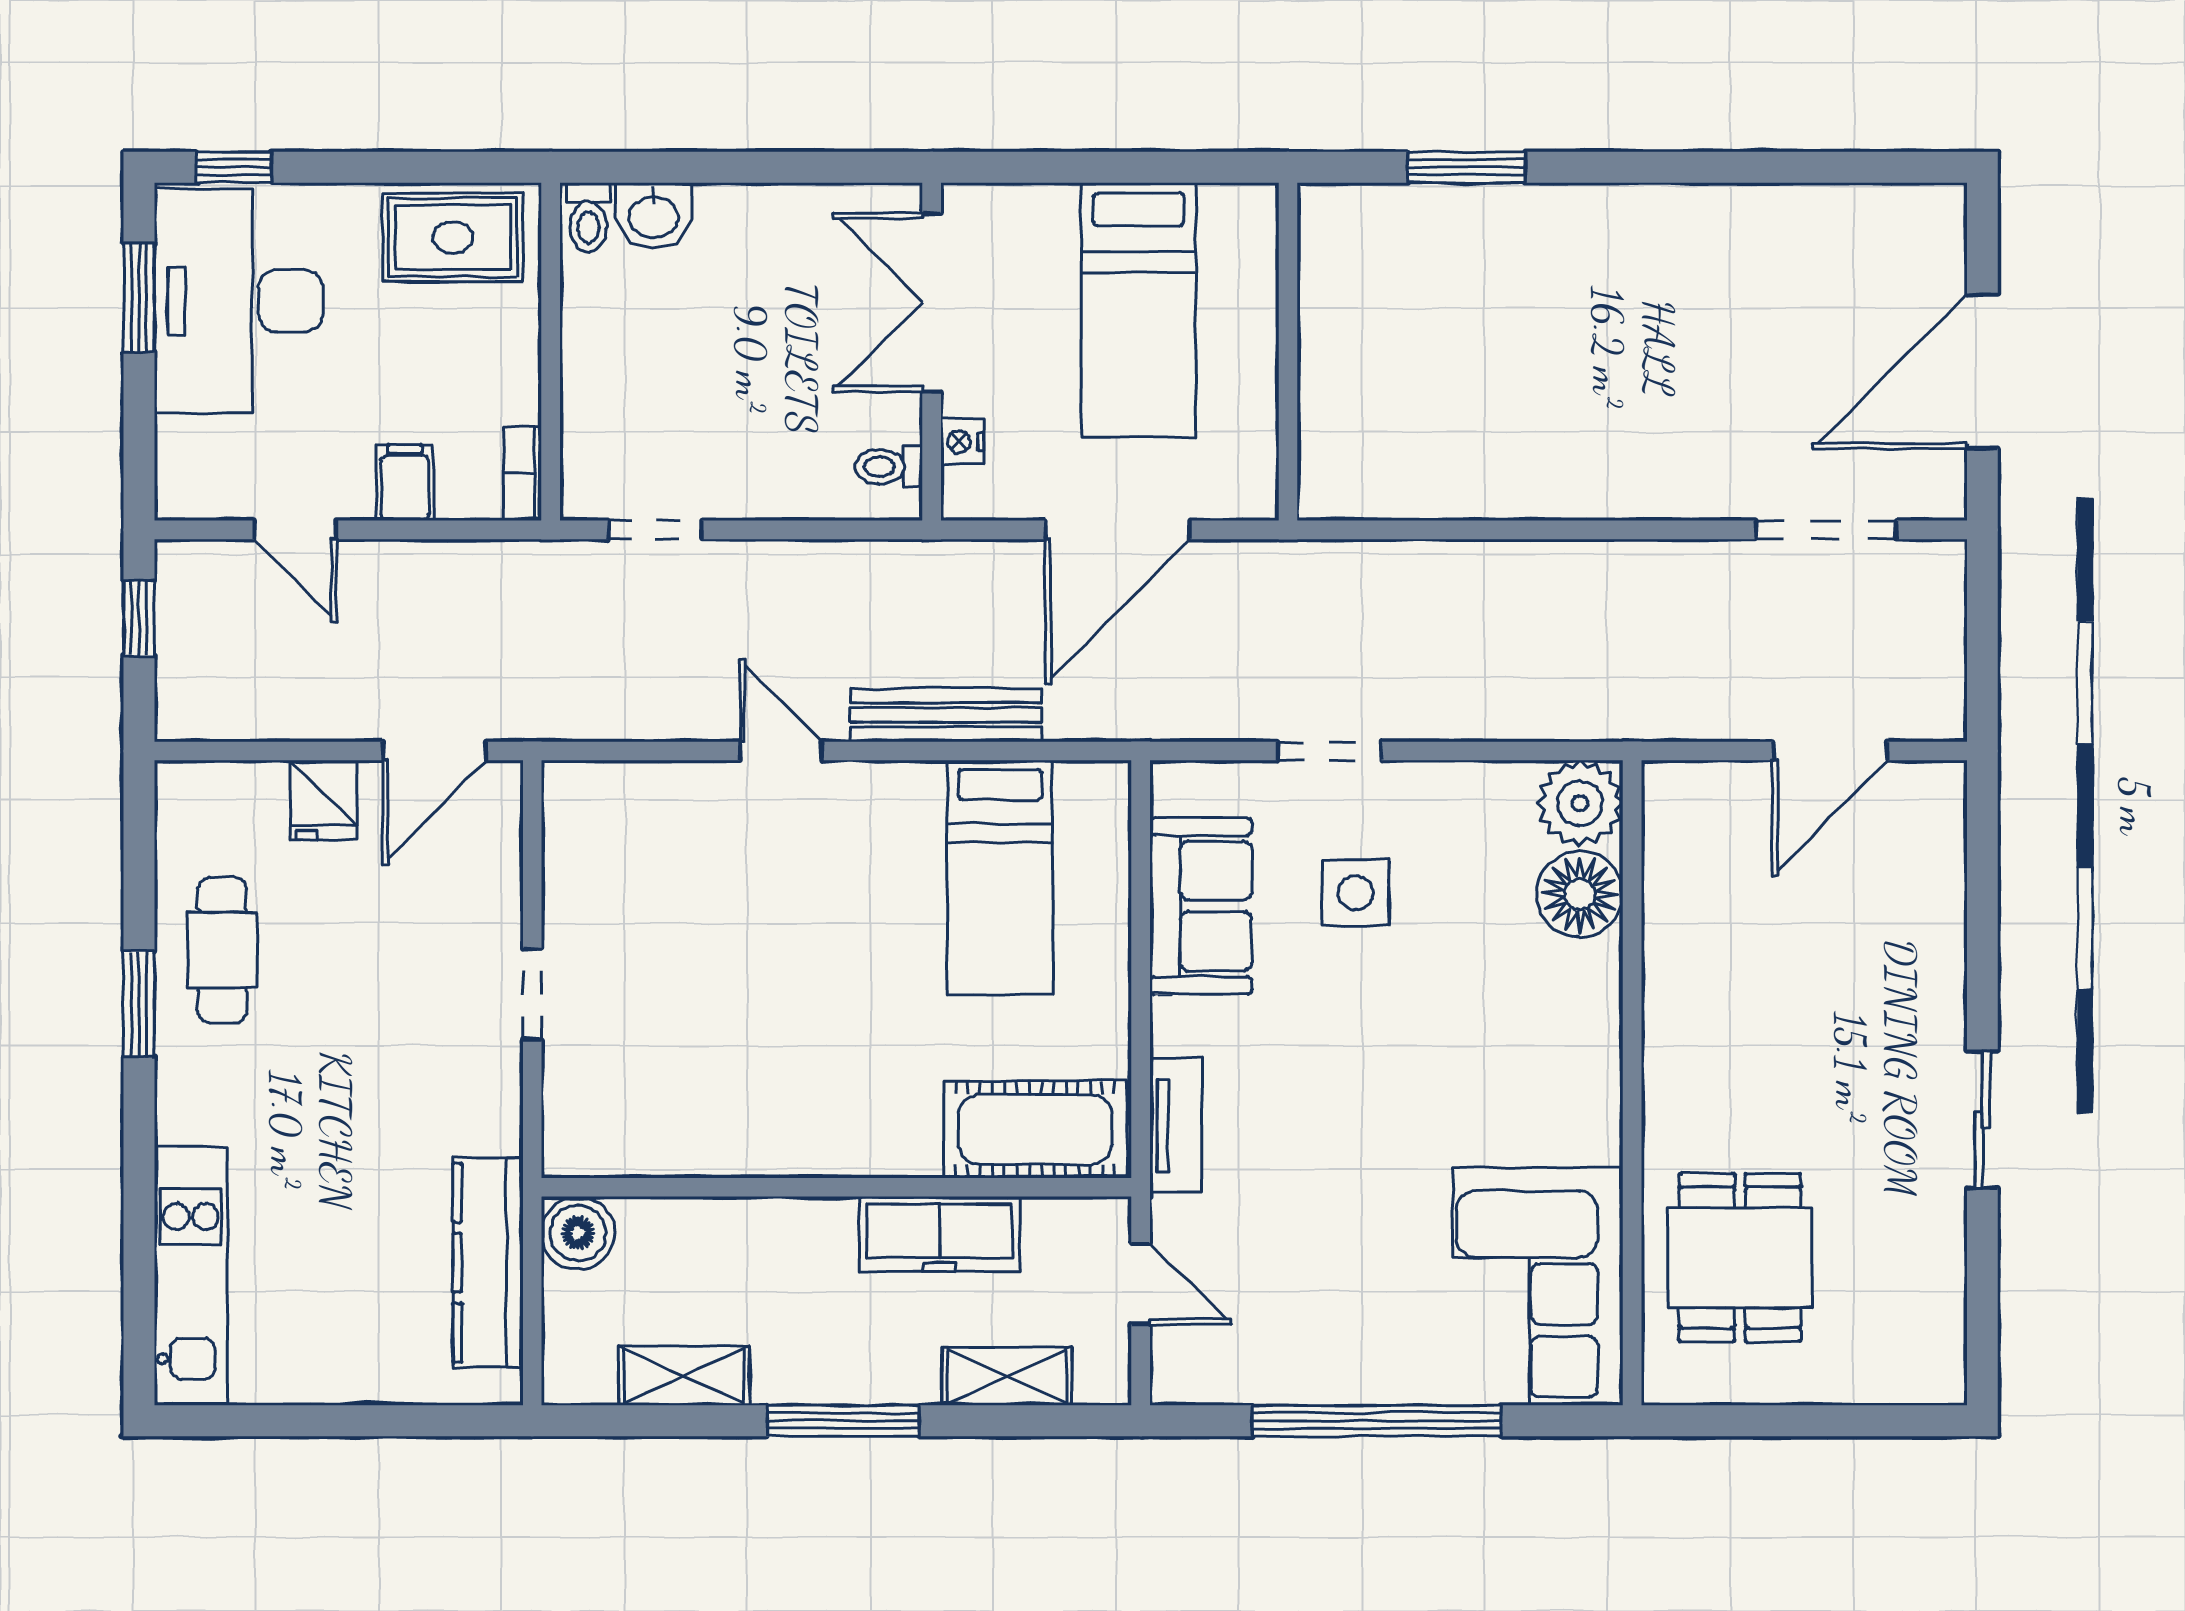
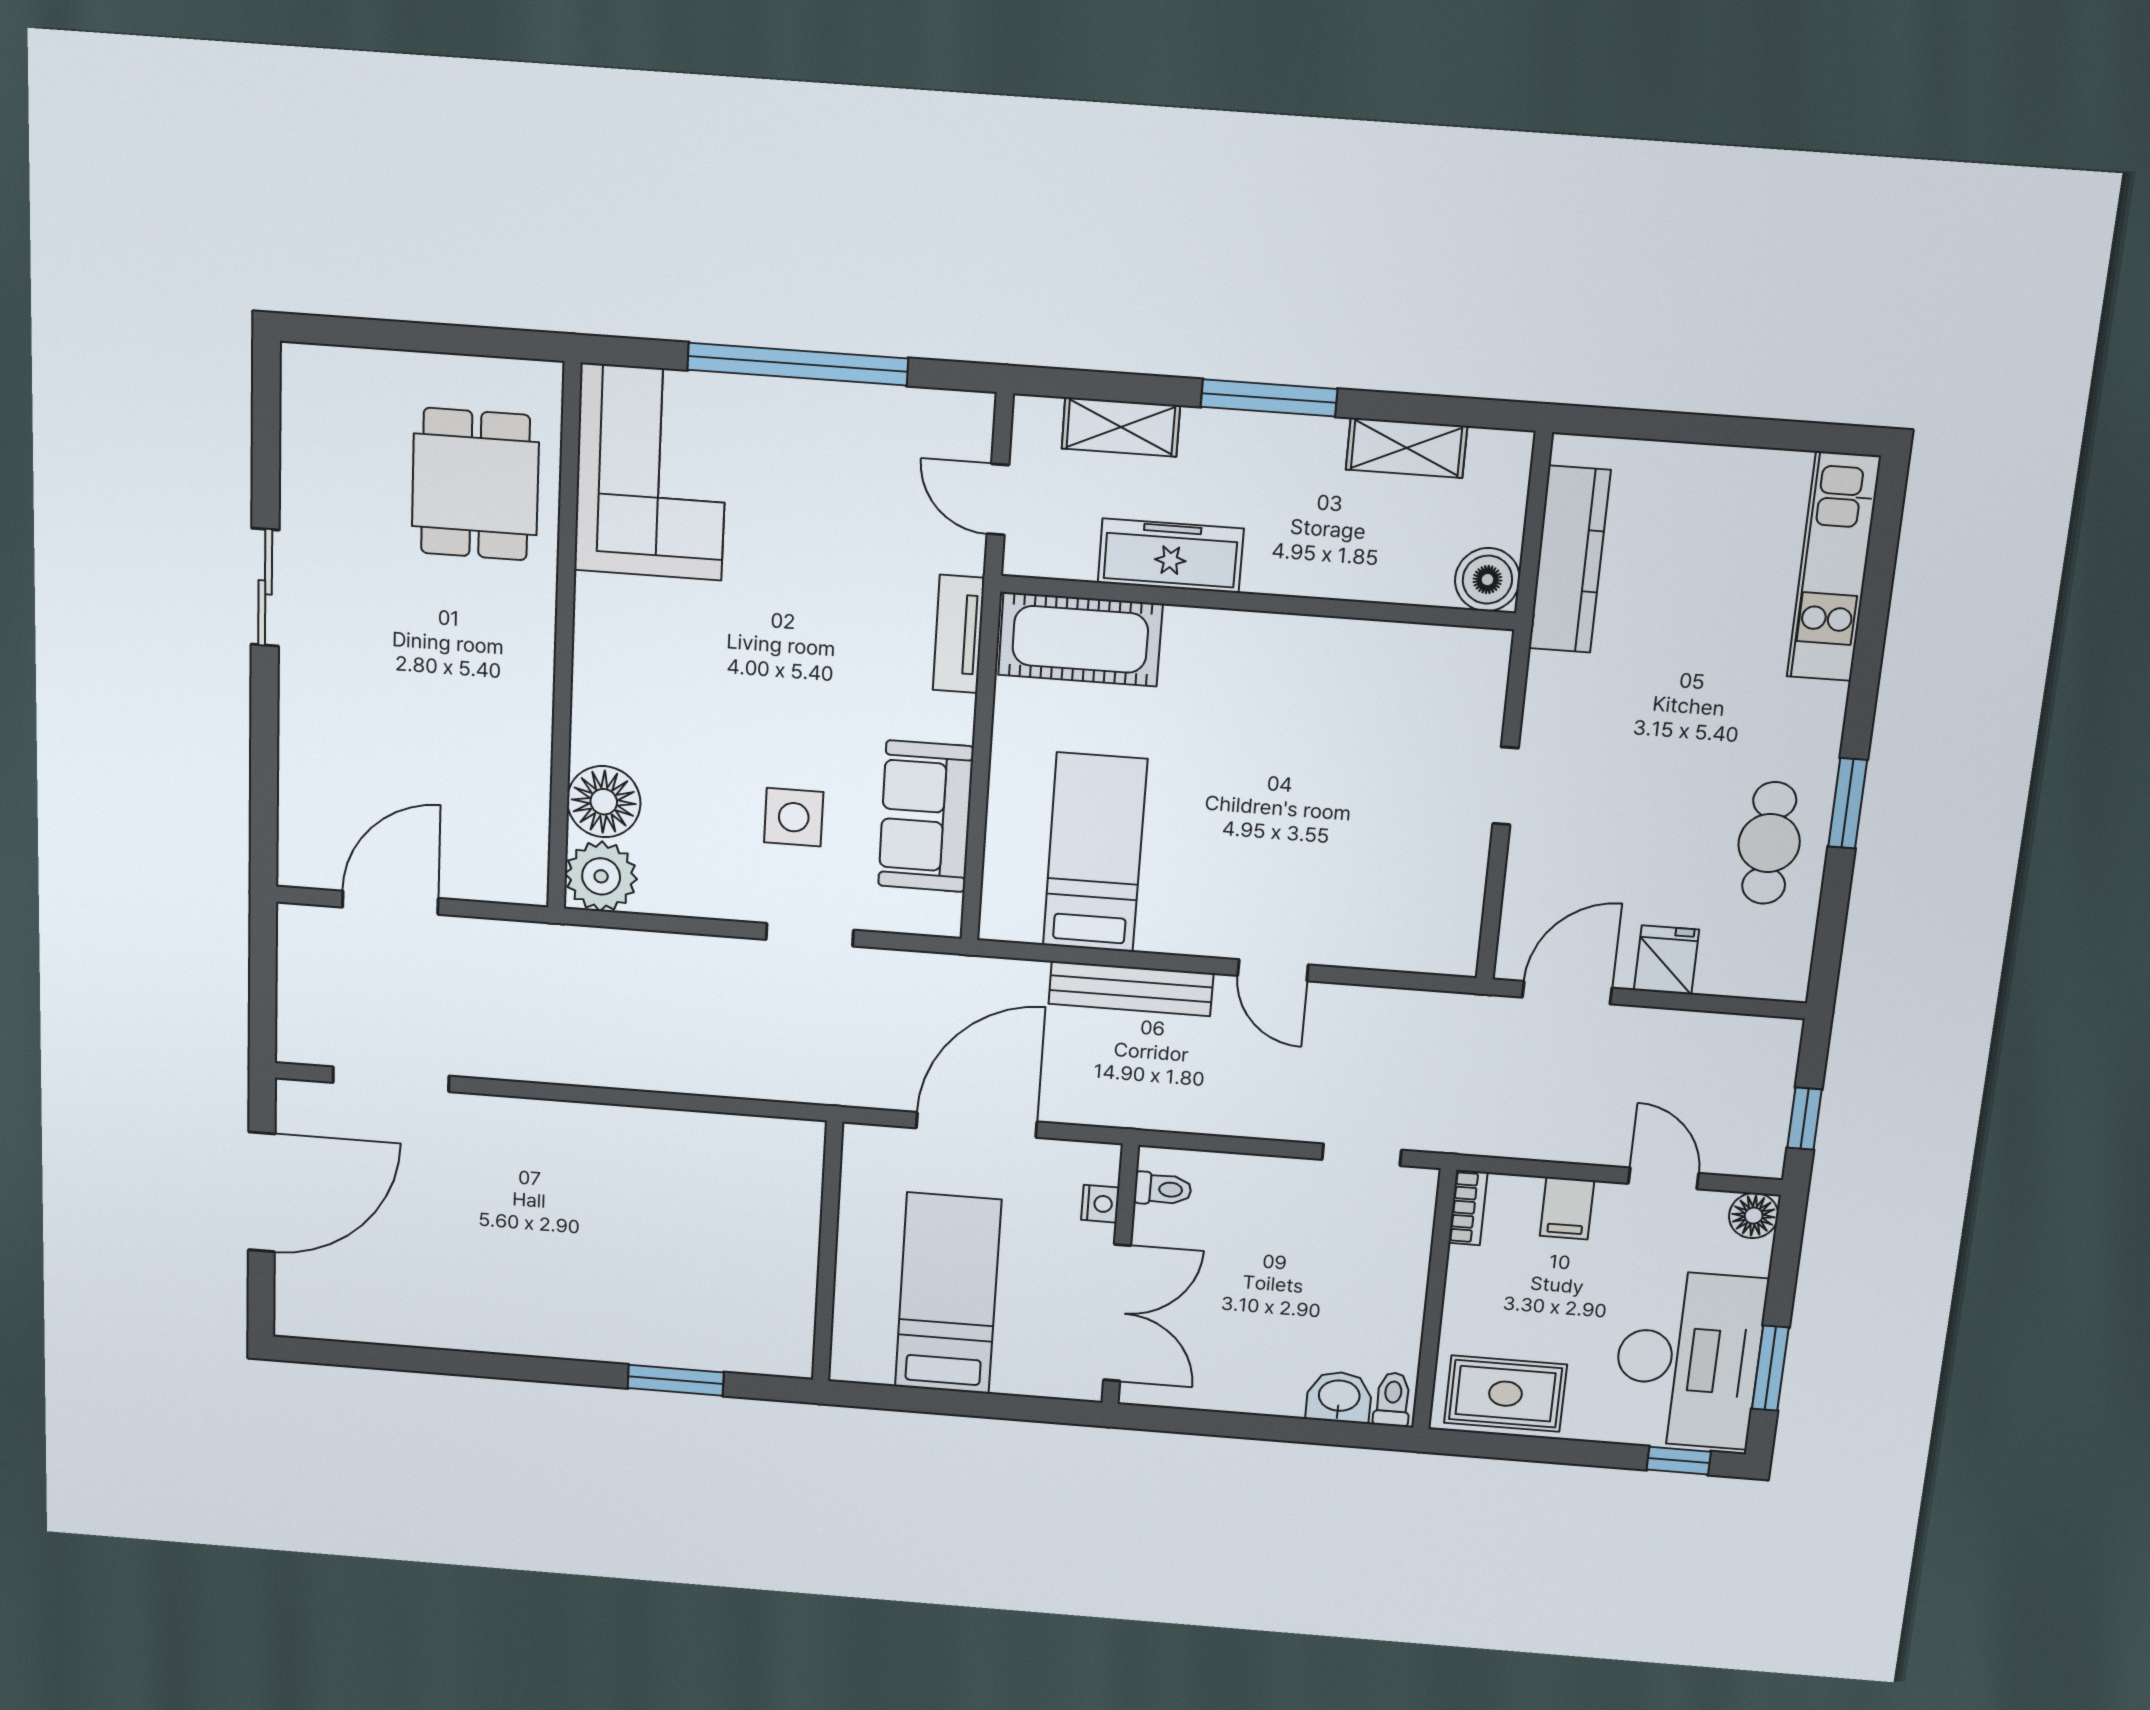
floor lamp: (183, 492) -> (1754, 1216), added

